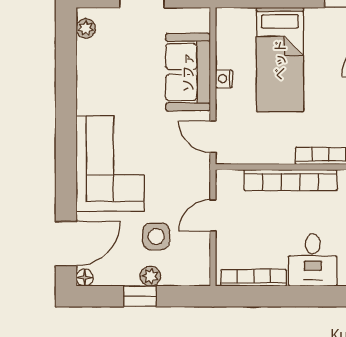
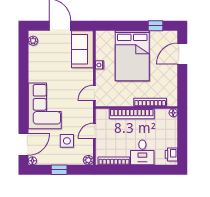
bed: (280, 60) -> (132, 56), width x1.50
sofa: (188, 72) -> (82, 49), moved
door: (213, 137) -> (94, 93), hinge flipped
plant: (150, 276) -> (88, 160), moved

